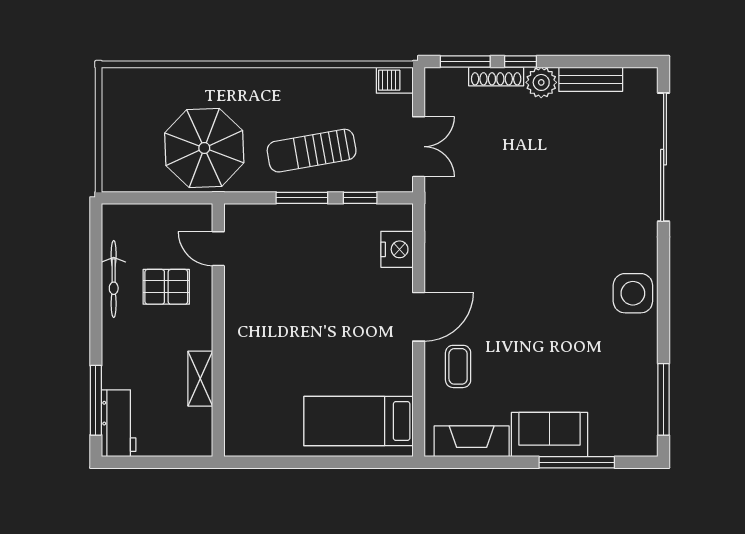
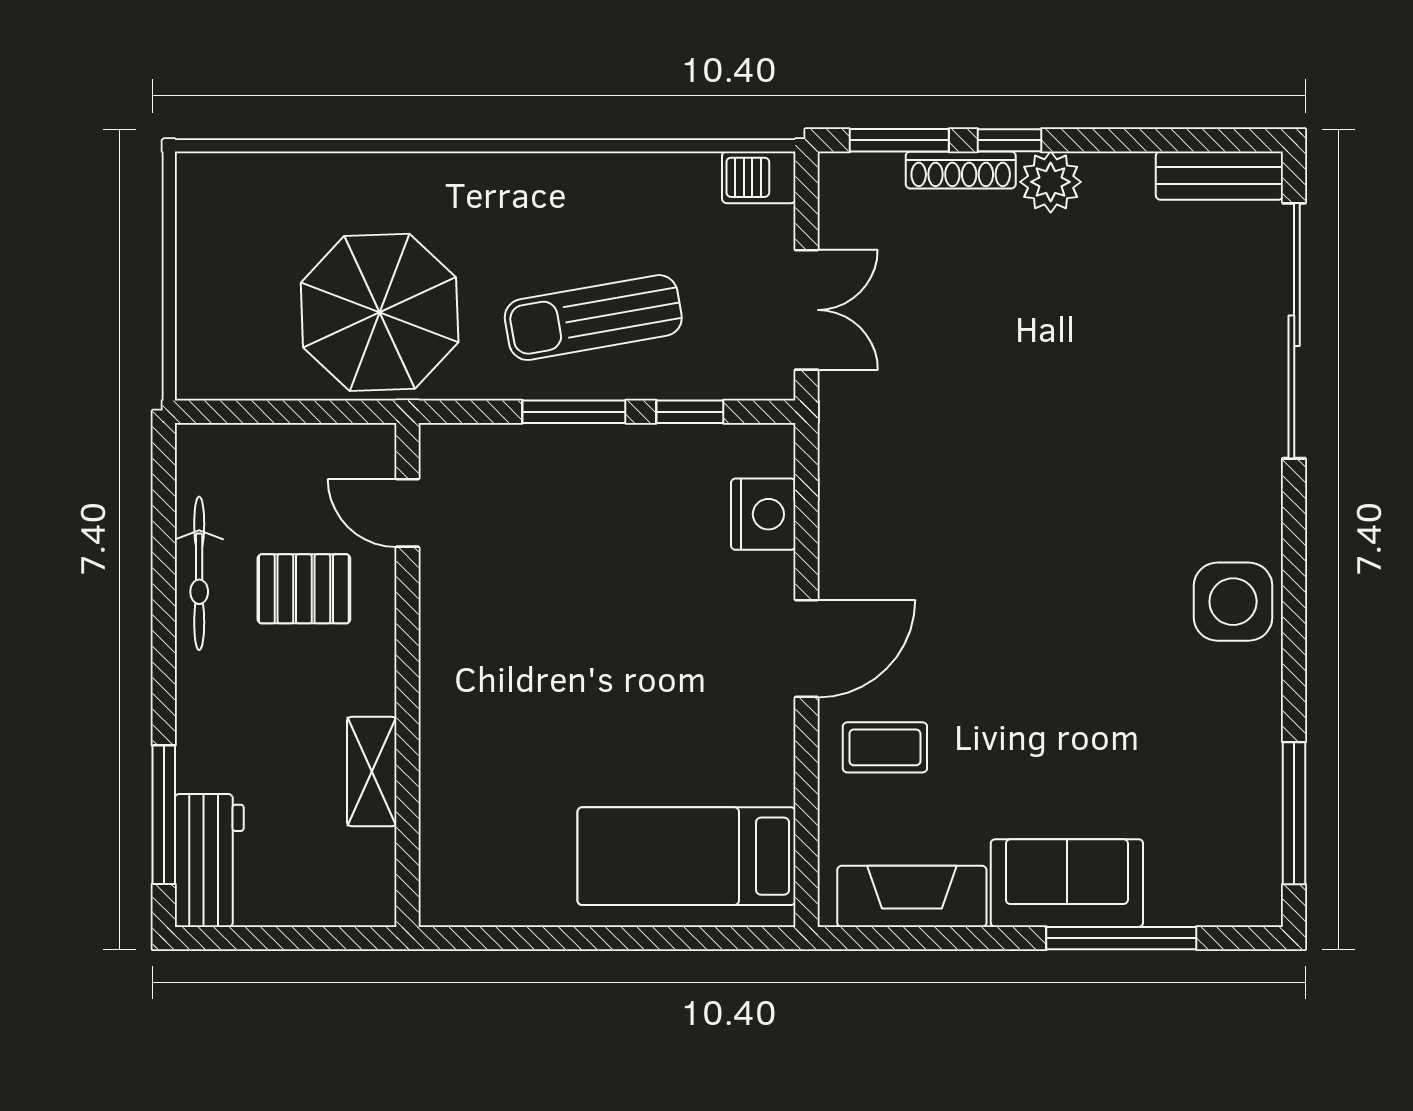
bench: (591, 79) -> (1219, 176), moved
coffee table: (458, 366) -> (885, 747), turned 90

